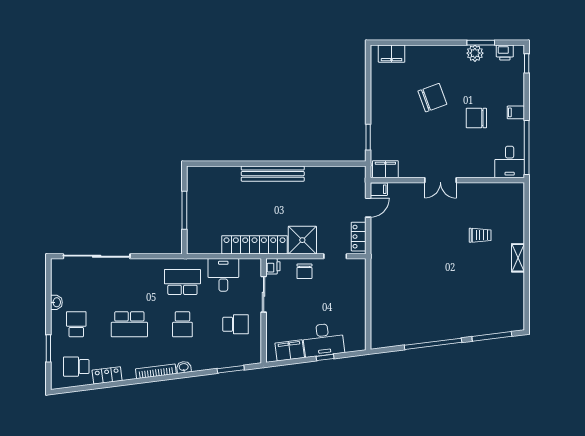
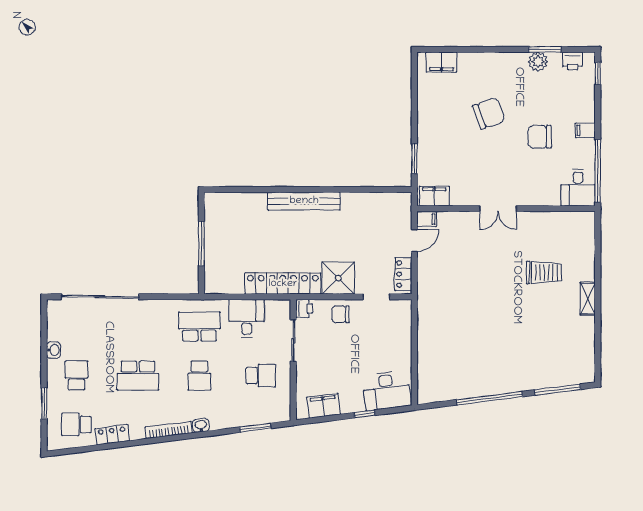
trolley: (480, 235) -> (544, 272), width x1.36, depth x1.39
chair: (304, 271) -> (341, 314), turned 90
desk: (323, 340) -> (387, 390), moved

